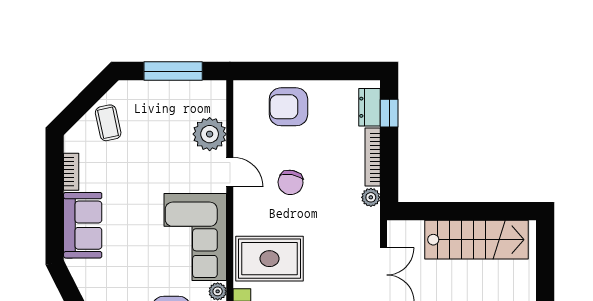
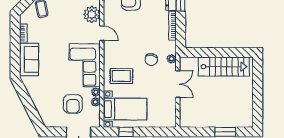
chair: (291, 182) -> (151, 60), moved
plant: (371, 197) -> (172, 59), moved
rug: (269, 259) -> (121, 76), width x0.73, depth x0.70

